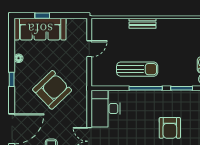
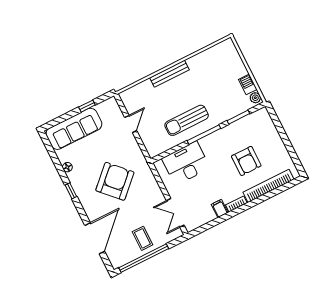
window: (42, 16) -> (87, 106), moved
bench: (142, 23) -> (169, 74), width x1.36
sun lounger: (137, 69) -> (187, 120), turned 180
desk: (106, 109) -> (186, 163), moved, turned 90

